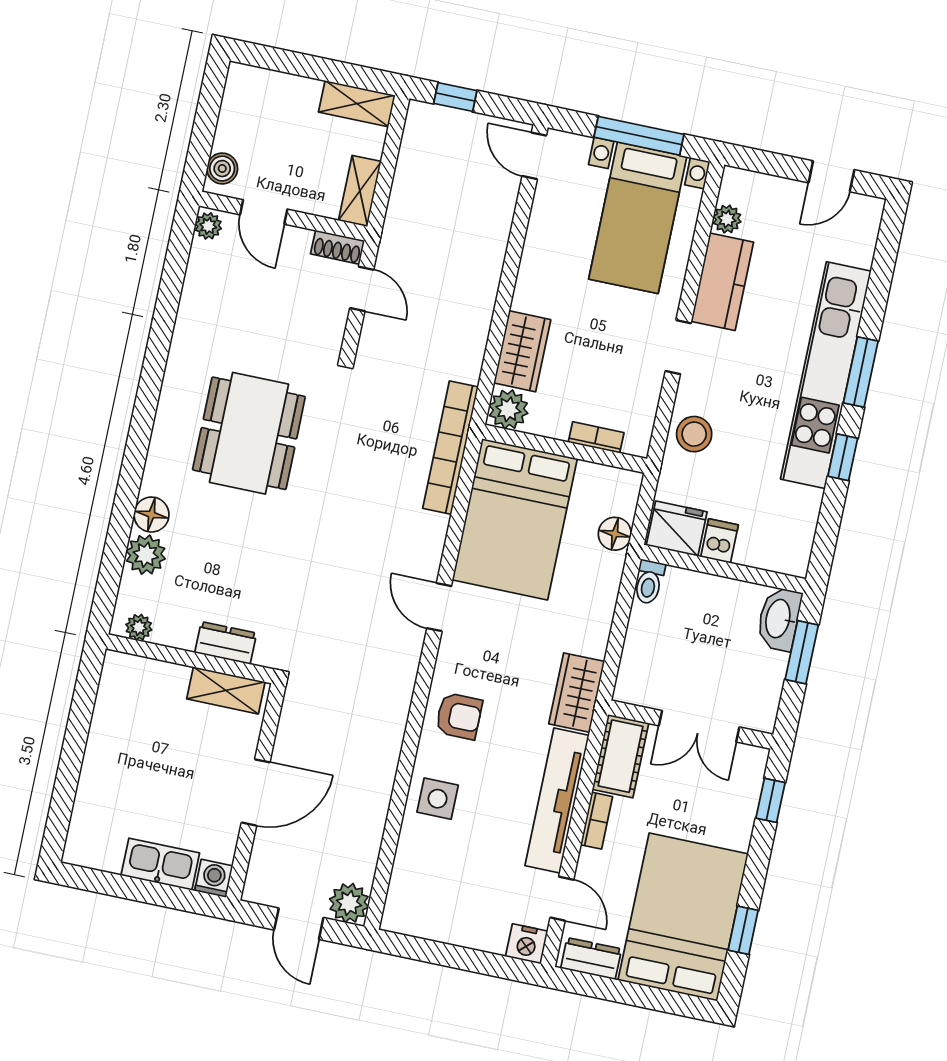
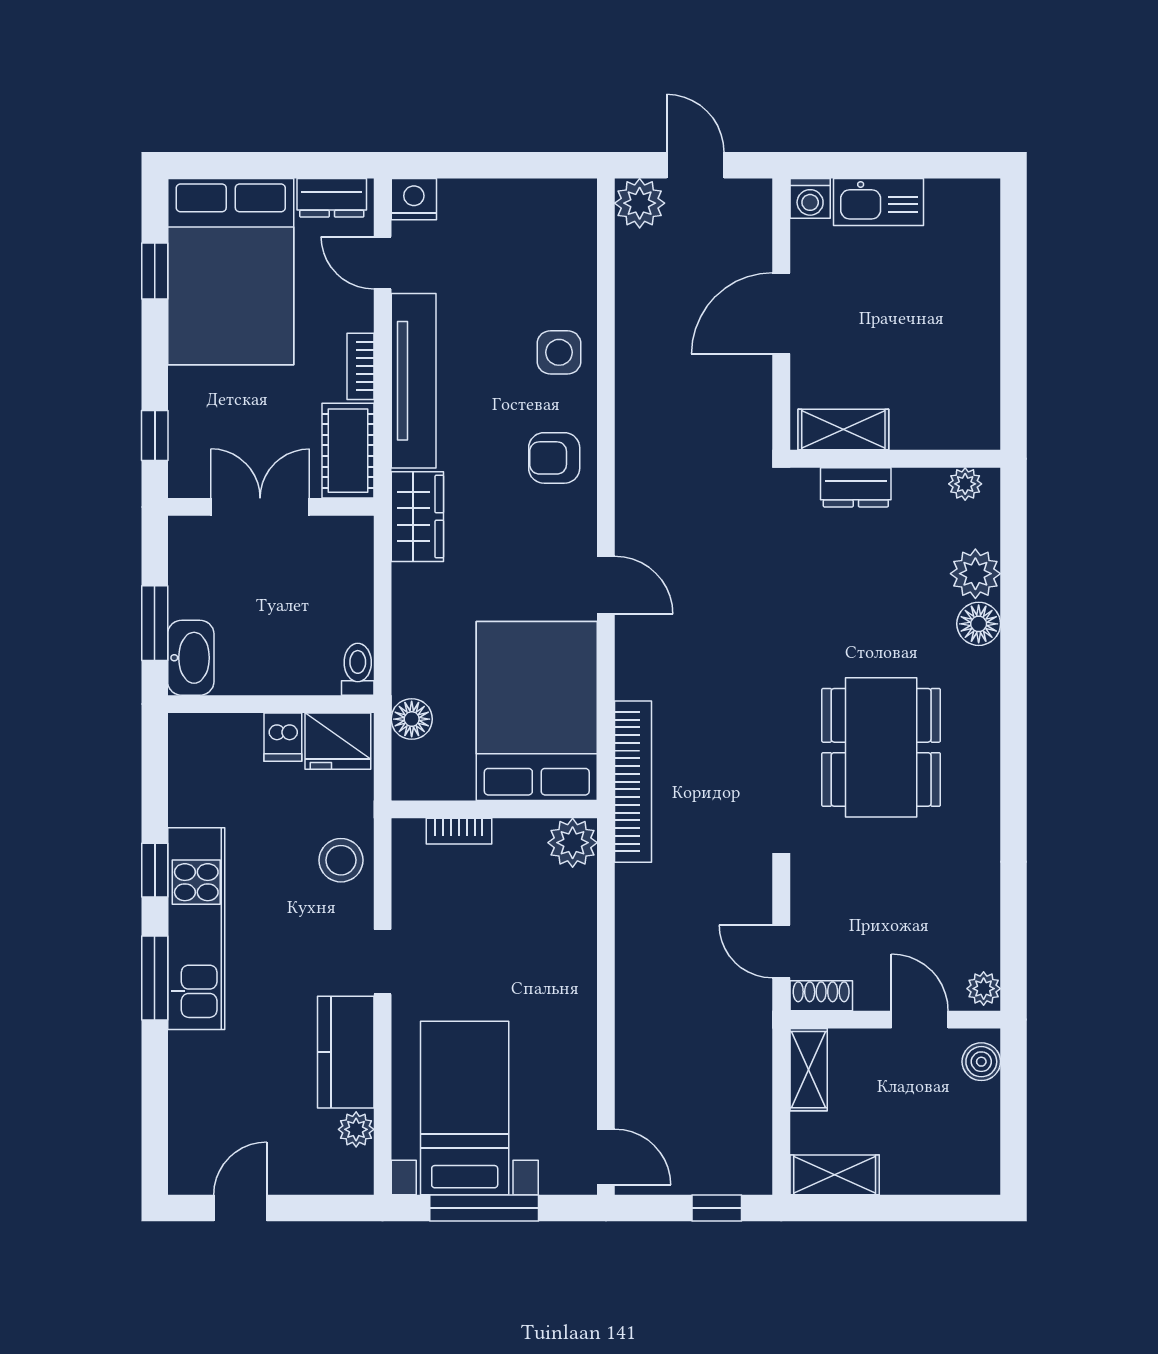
wardrobe: (522, 351) -> (571, 917), removed
kitchen unit: (826, 375) -> (196, 929), width x0.73

